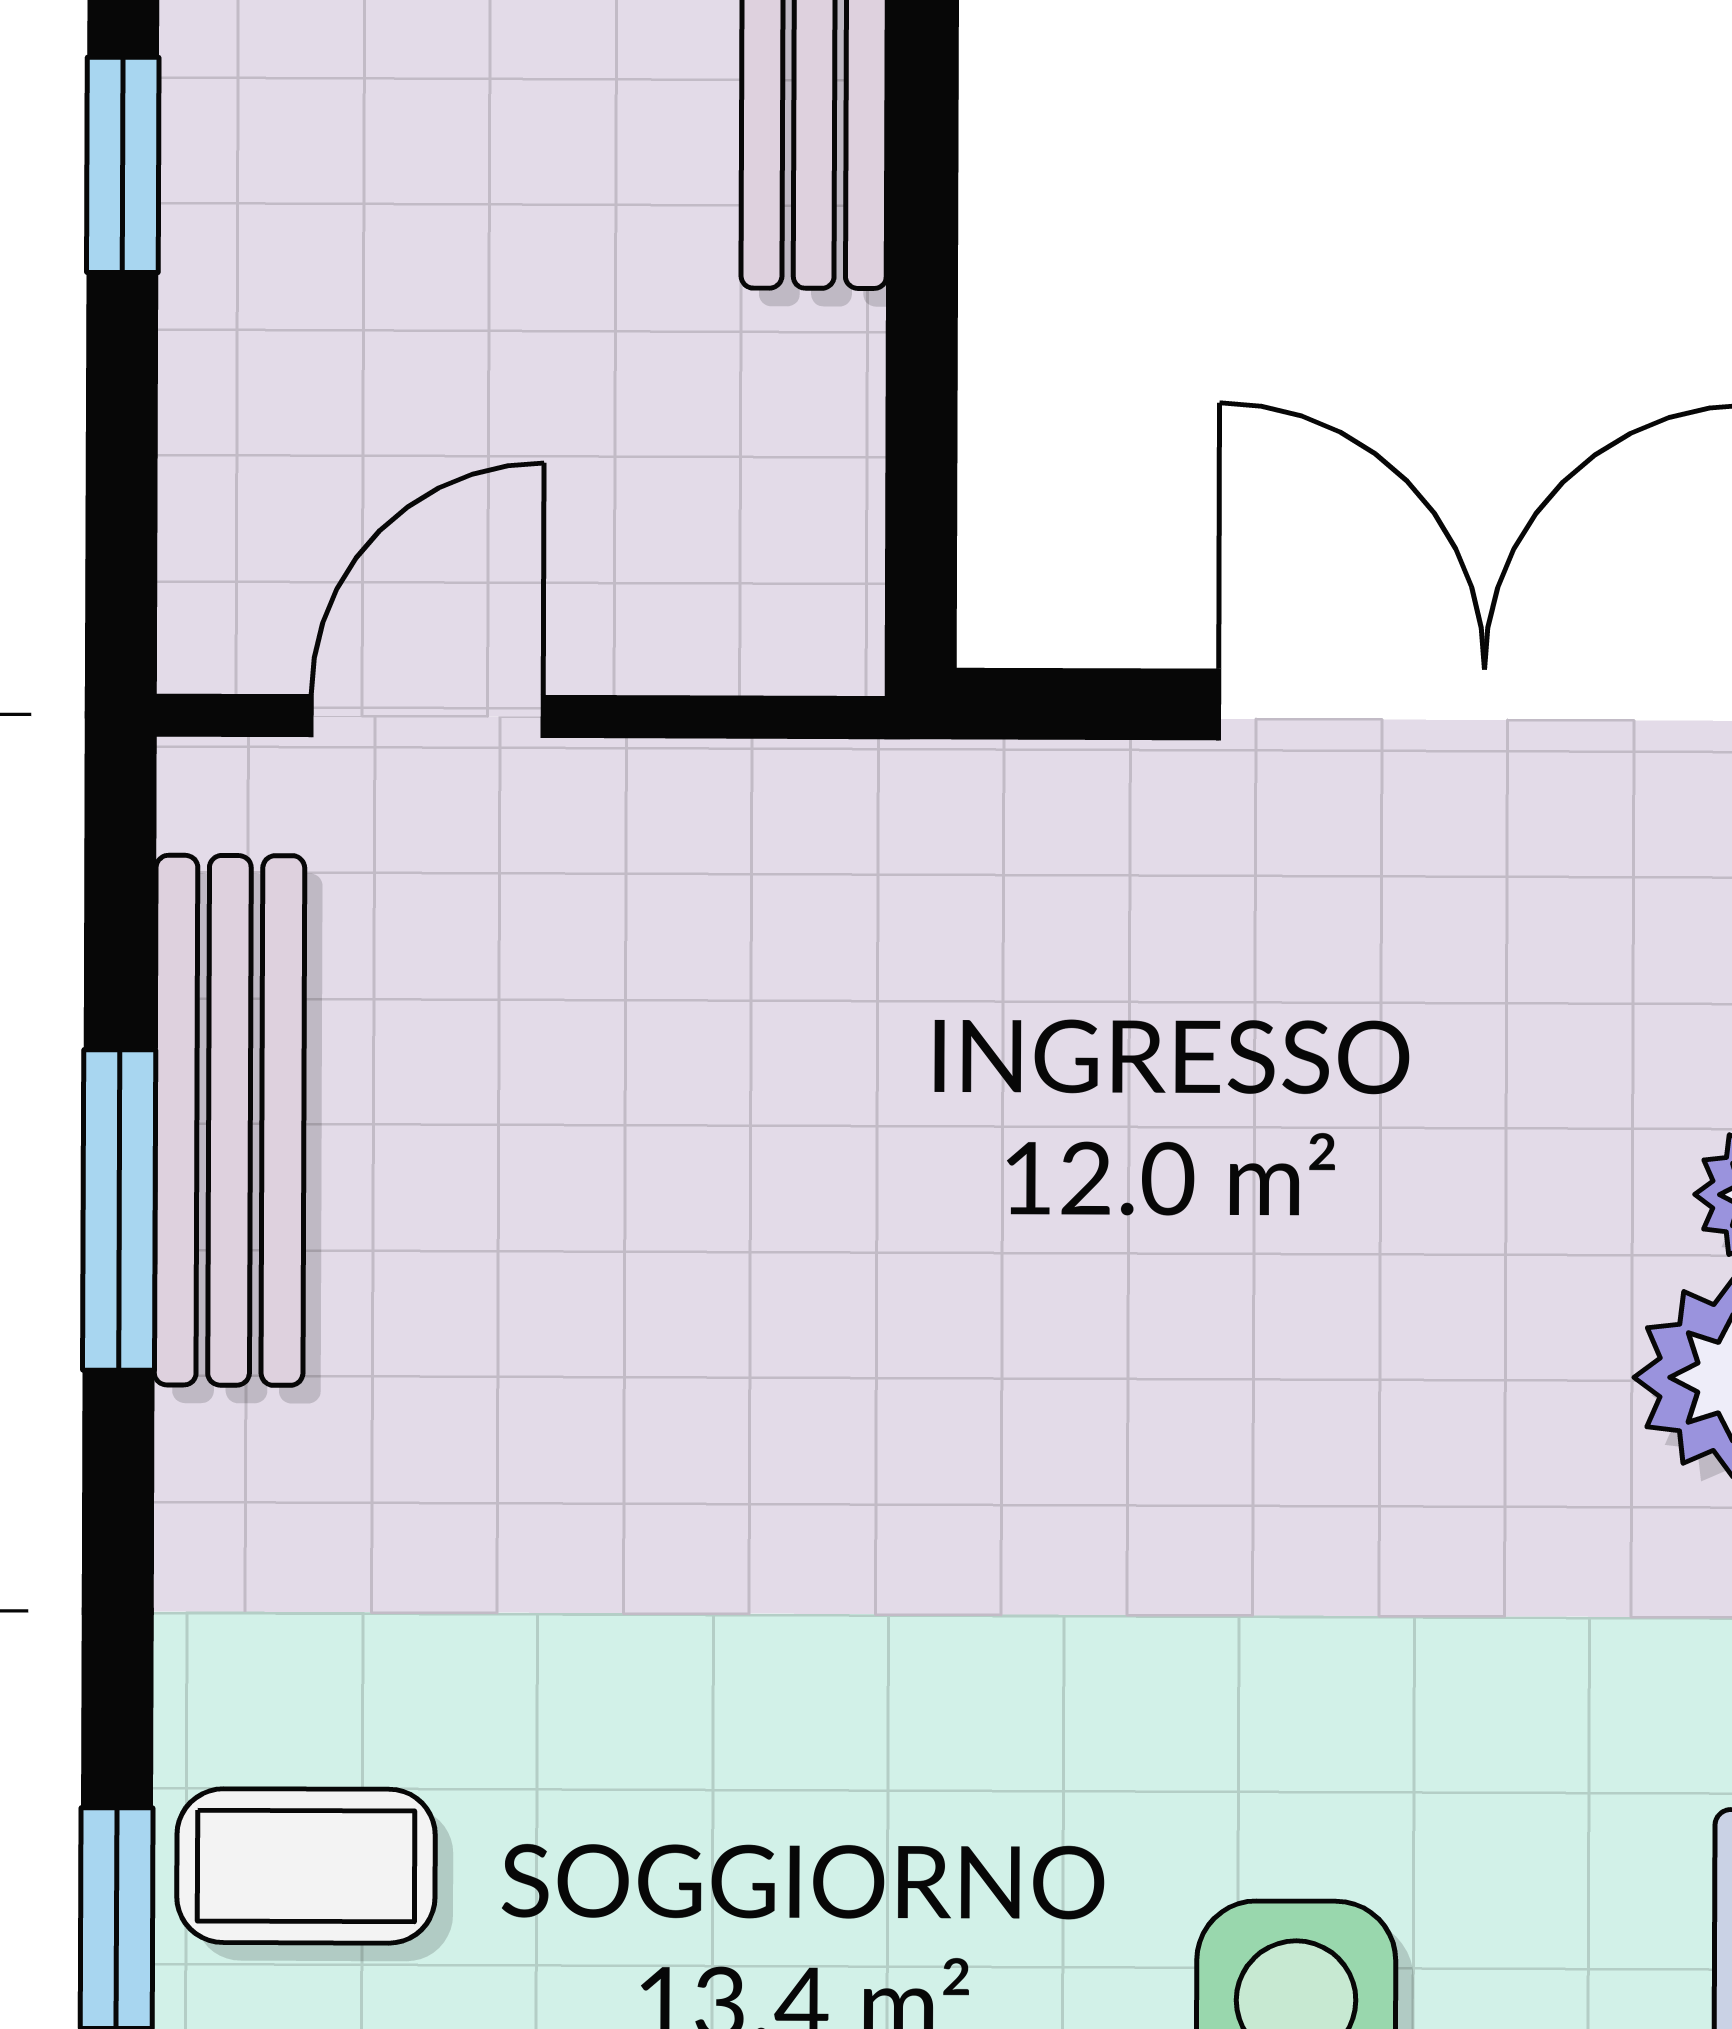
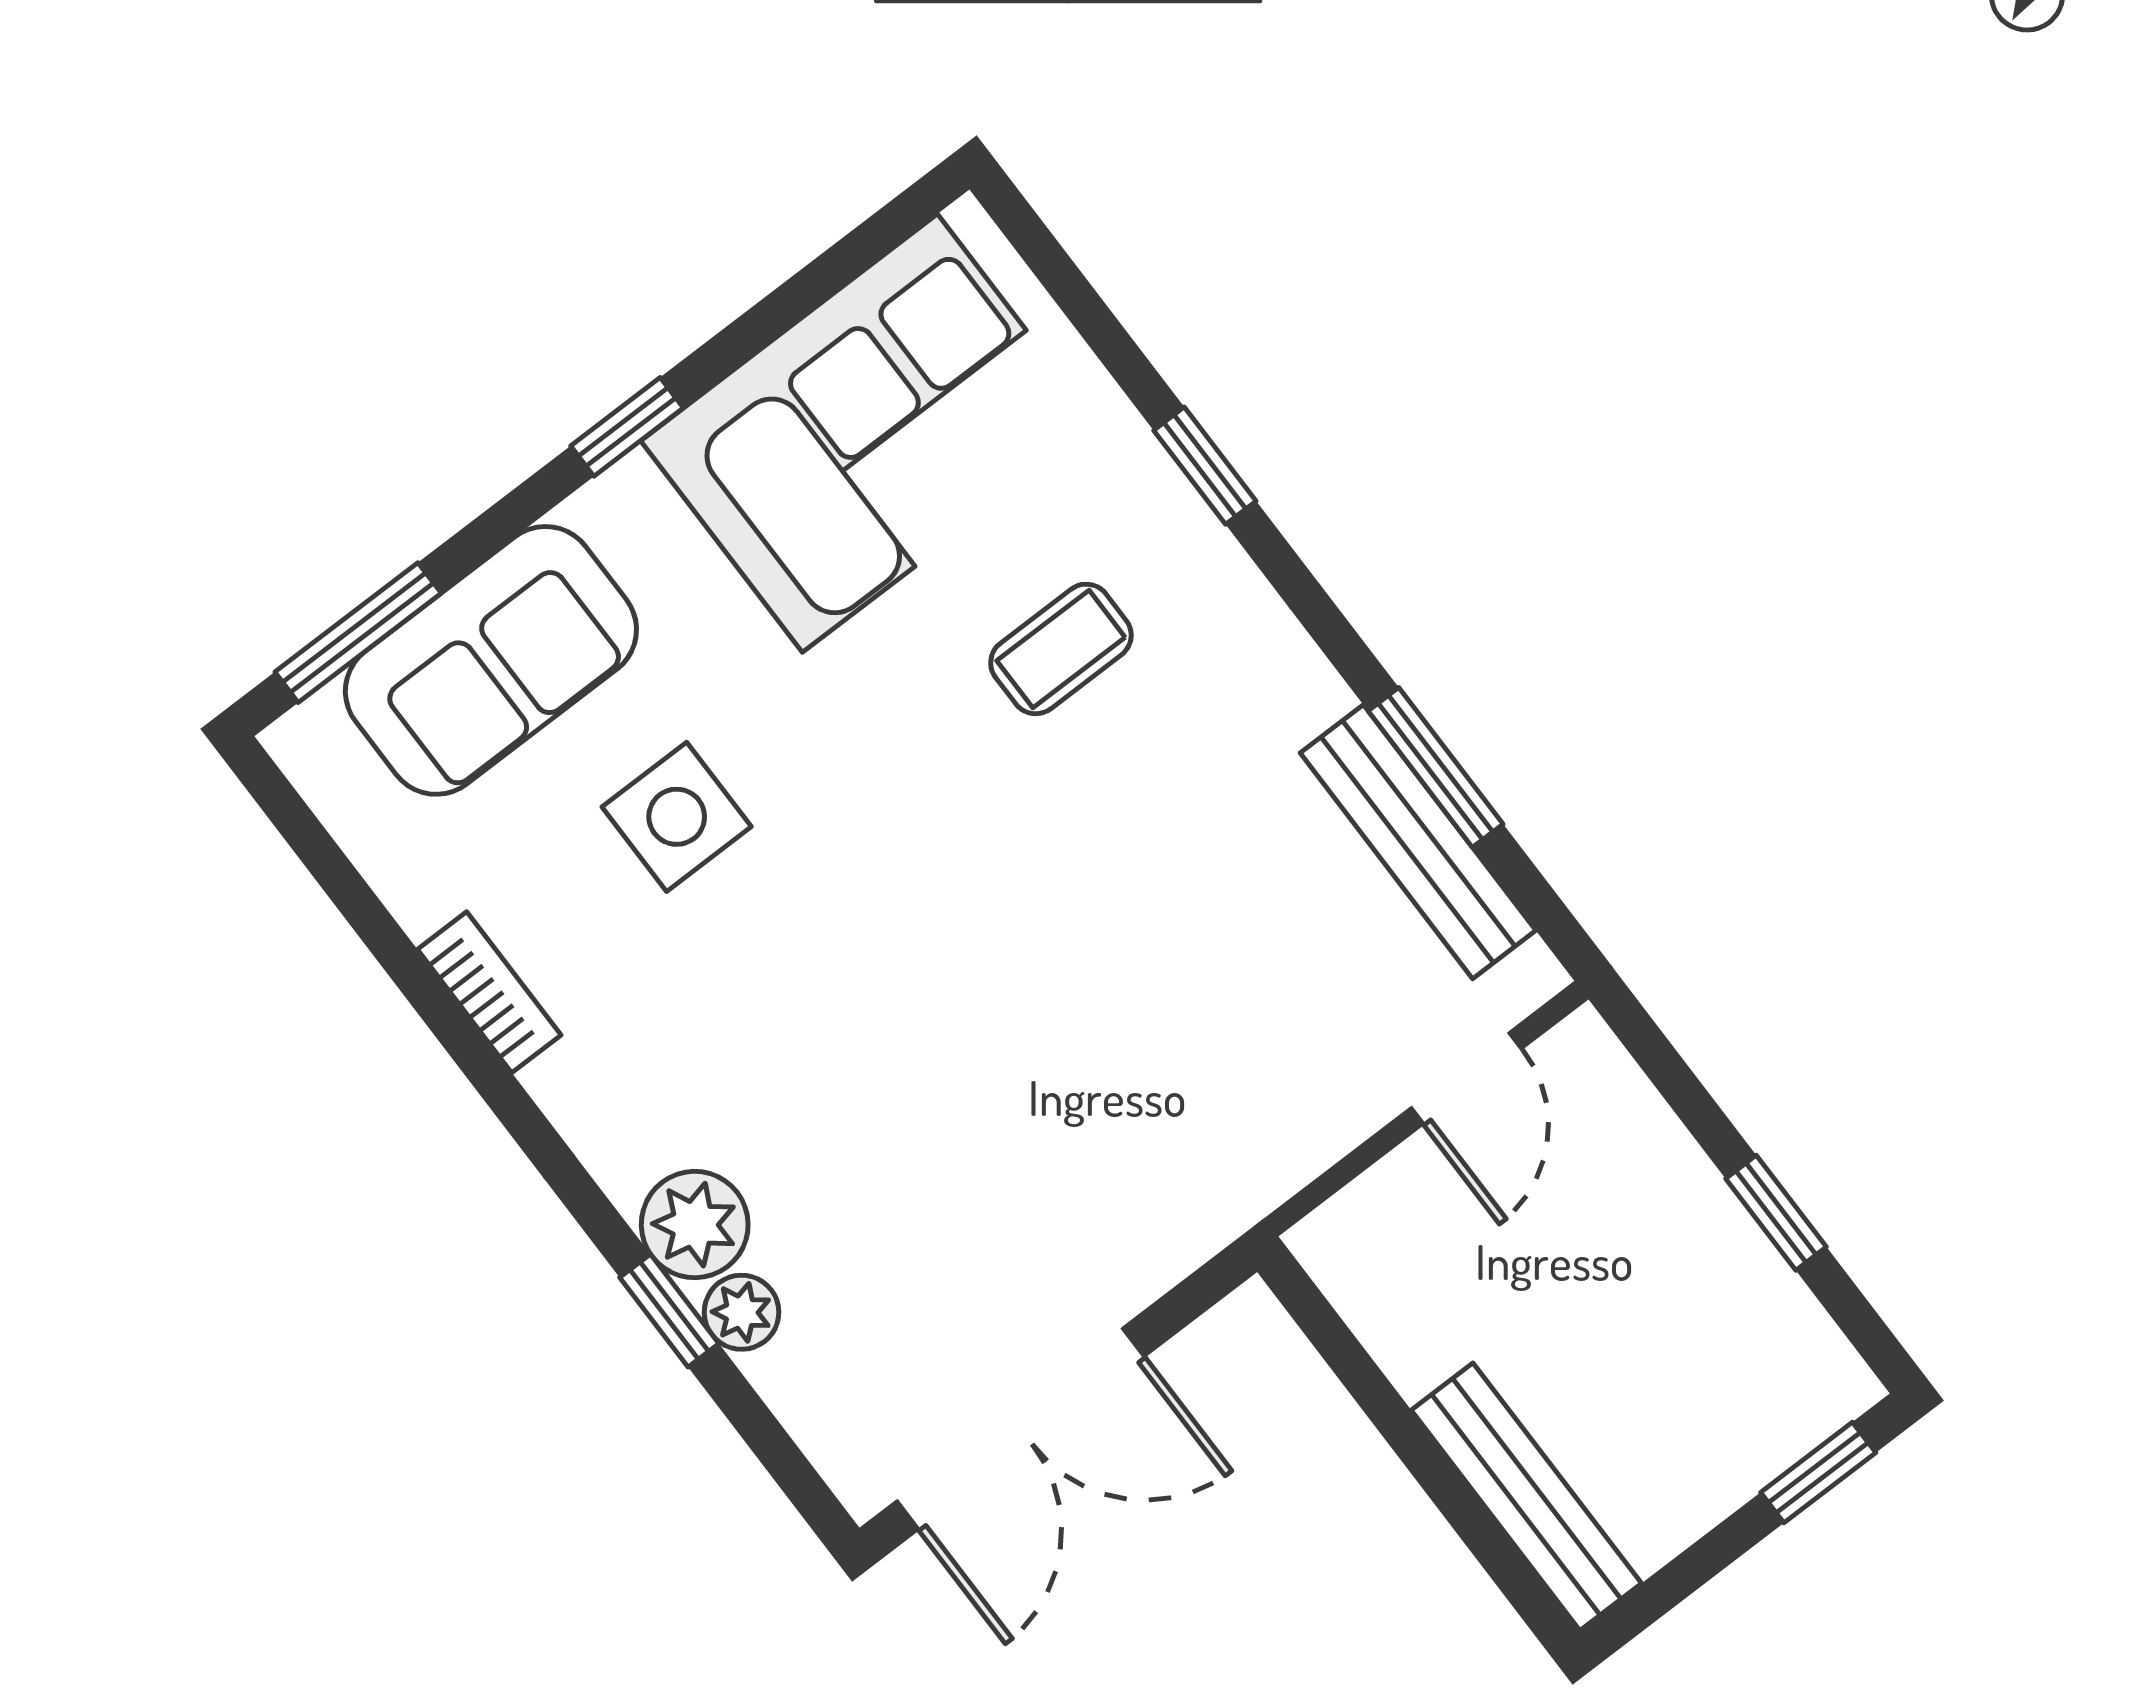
coffee table: (306, 1866) -> (1061, 649), moved

